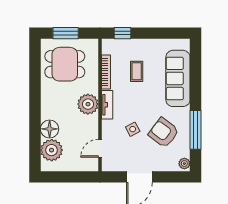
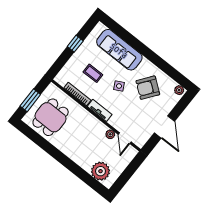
window: (123, 33) -> (75, 44), moved
plant: (88, 104) -> (110, 134), moved, width x0.53, depth x0.53
floor lamp: (50, 129) -> (85, 161), removed
side table: (133, 129) -> (119, 86), moved
window: (196, 130) -> (163, 65), removed

